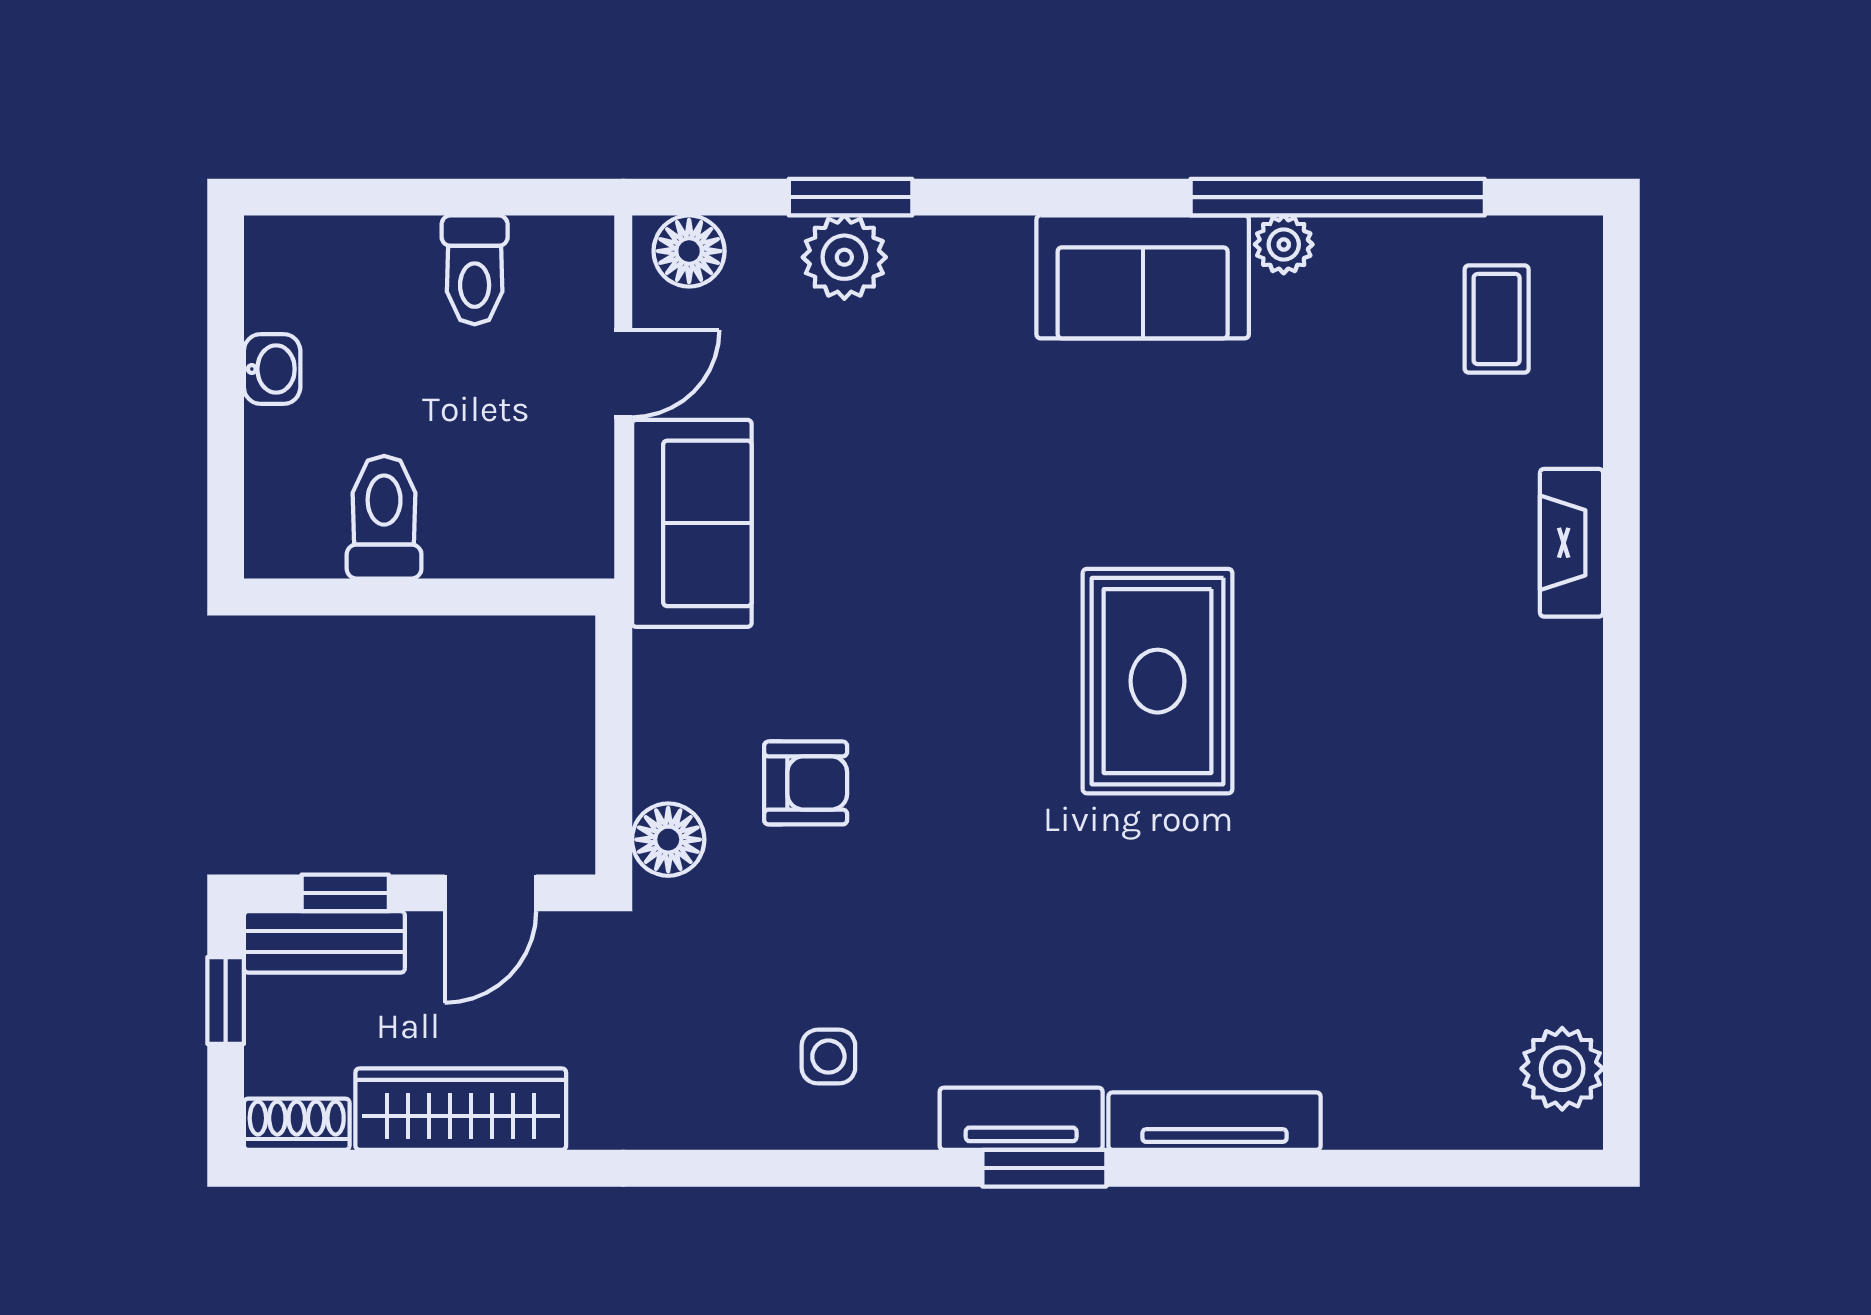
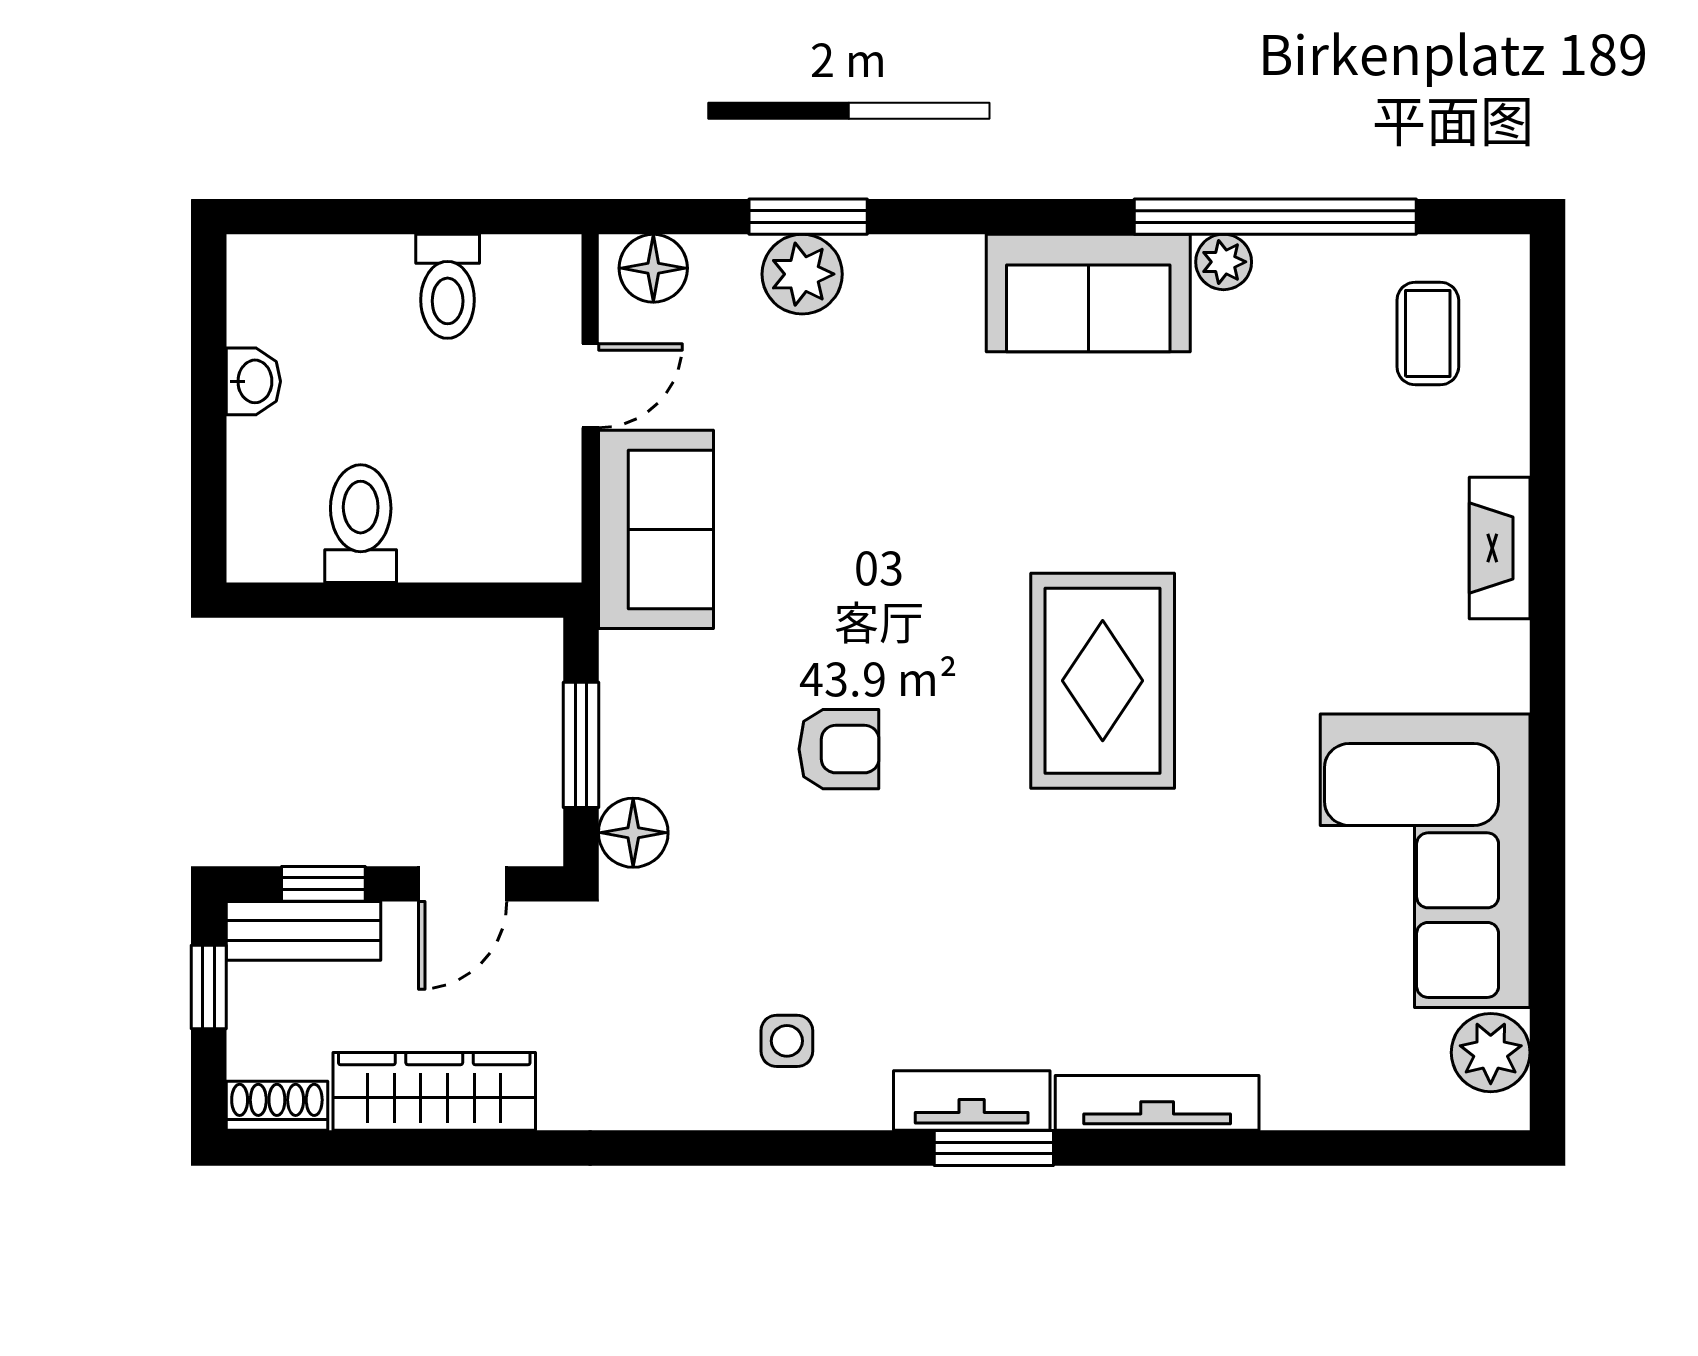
window: (614, 748) -> (581, 745), added
armchair: (806, 783) -> (839, 749), moved
corner sofa: (1494, 869) -> (1425, 861), added

